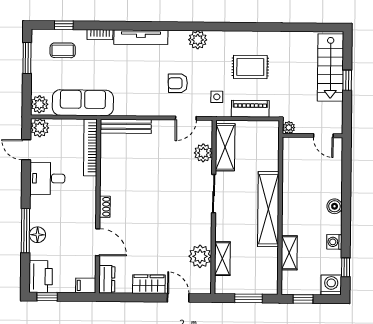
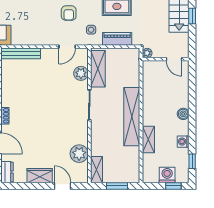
armchair: (178, 83) -> (69, 13), moved, turned -89
shelving: (289, 253) -> (148, 140), moved
shelving: (222, 259) -> (96, 170), moved
washing machine: (331, 285) -> (167, 175), moved
window: (303, 299) -> (173, 186), moved

